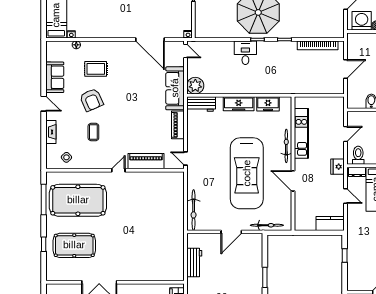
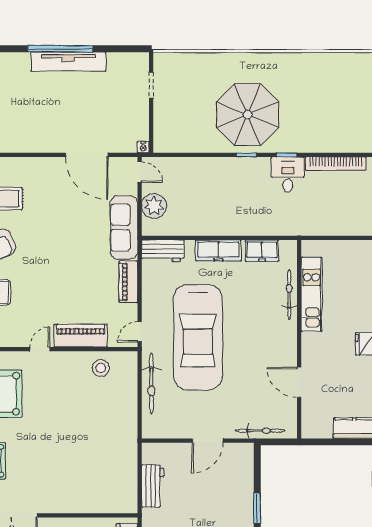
desk: (245, 53) -> (288, 175), moved
plant: (195, 86) -> (154, 206), moved
bicycle: (286, 146) -> (289, 295), moved
door: (186, 159) -> (140, 332), hinge flipped
car: (247, 173) -> (198, 337), moved
door: (293, 181) -> (299, 382), moved
stool: (159, 183) -> (101, 368), added
bicycle: (194, 210) -> (151, 384), moved

